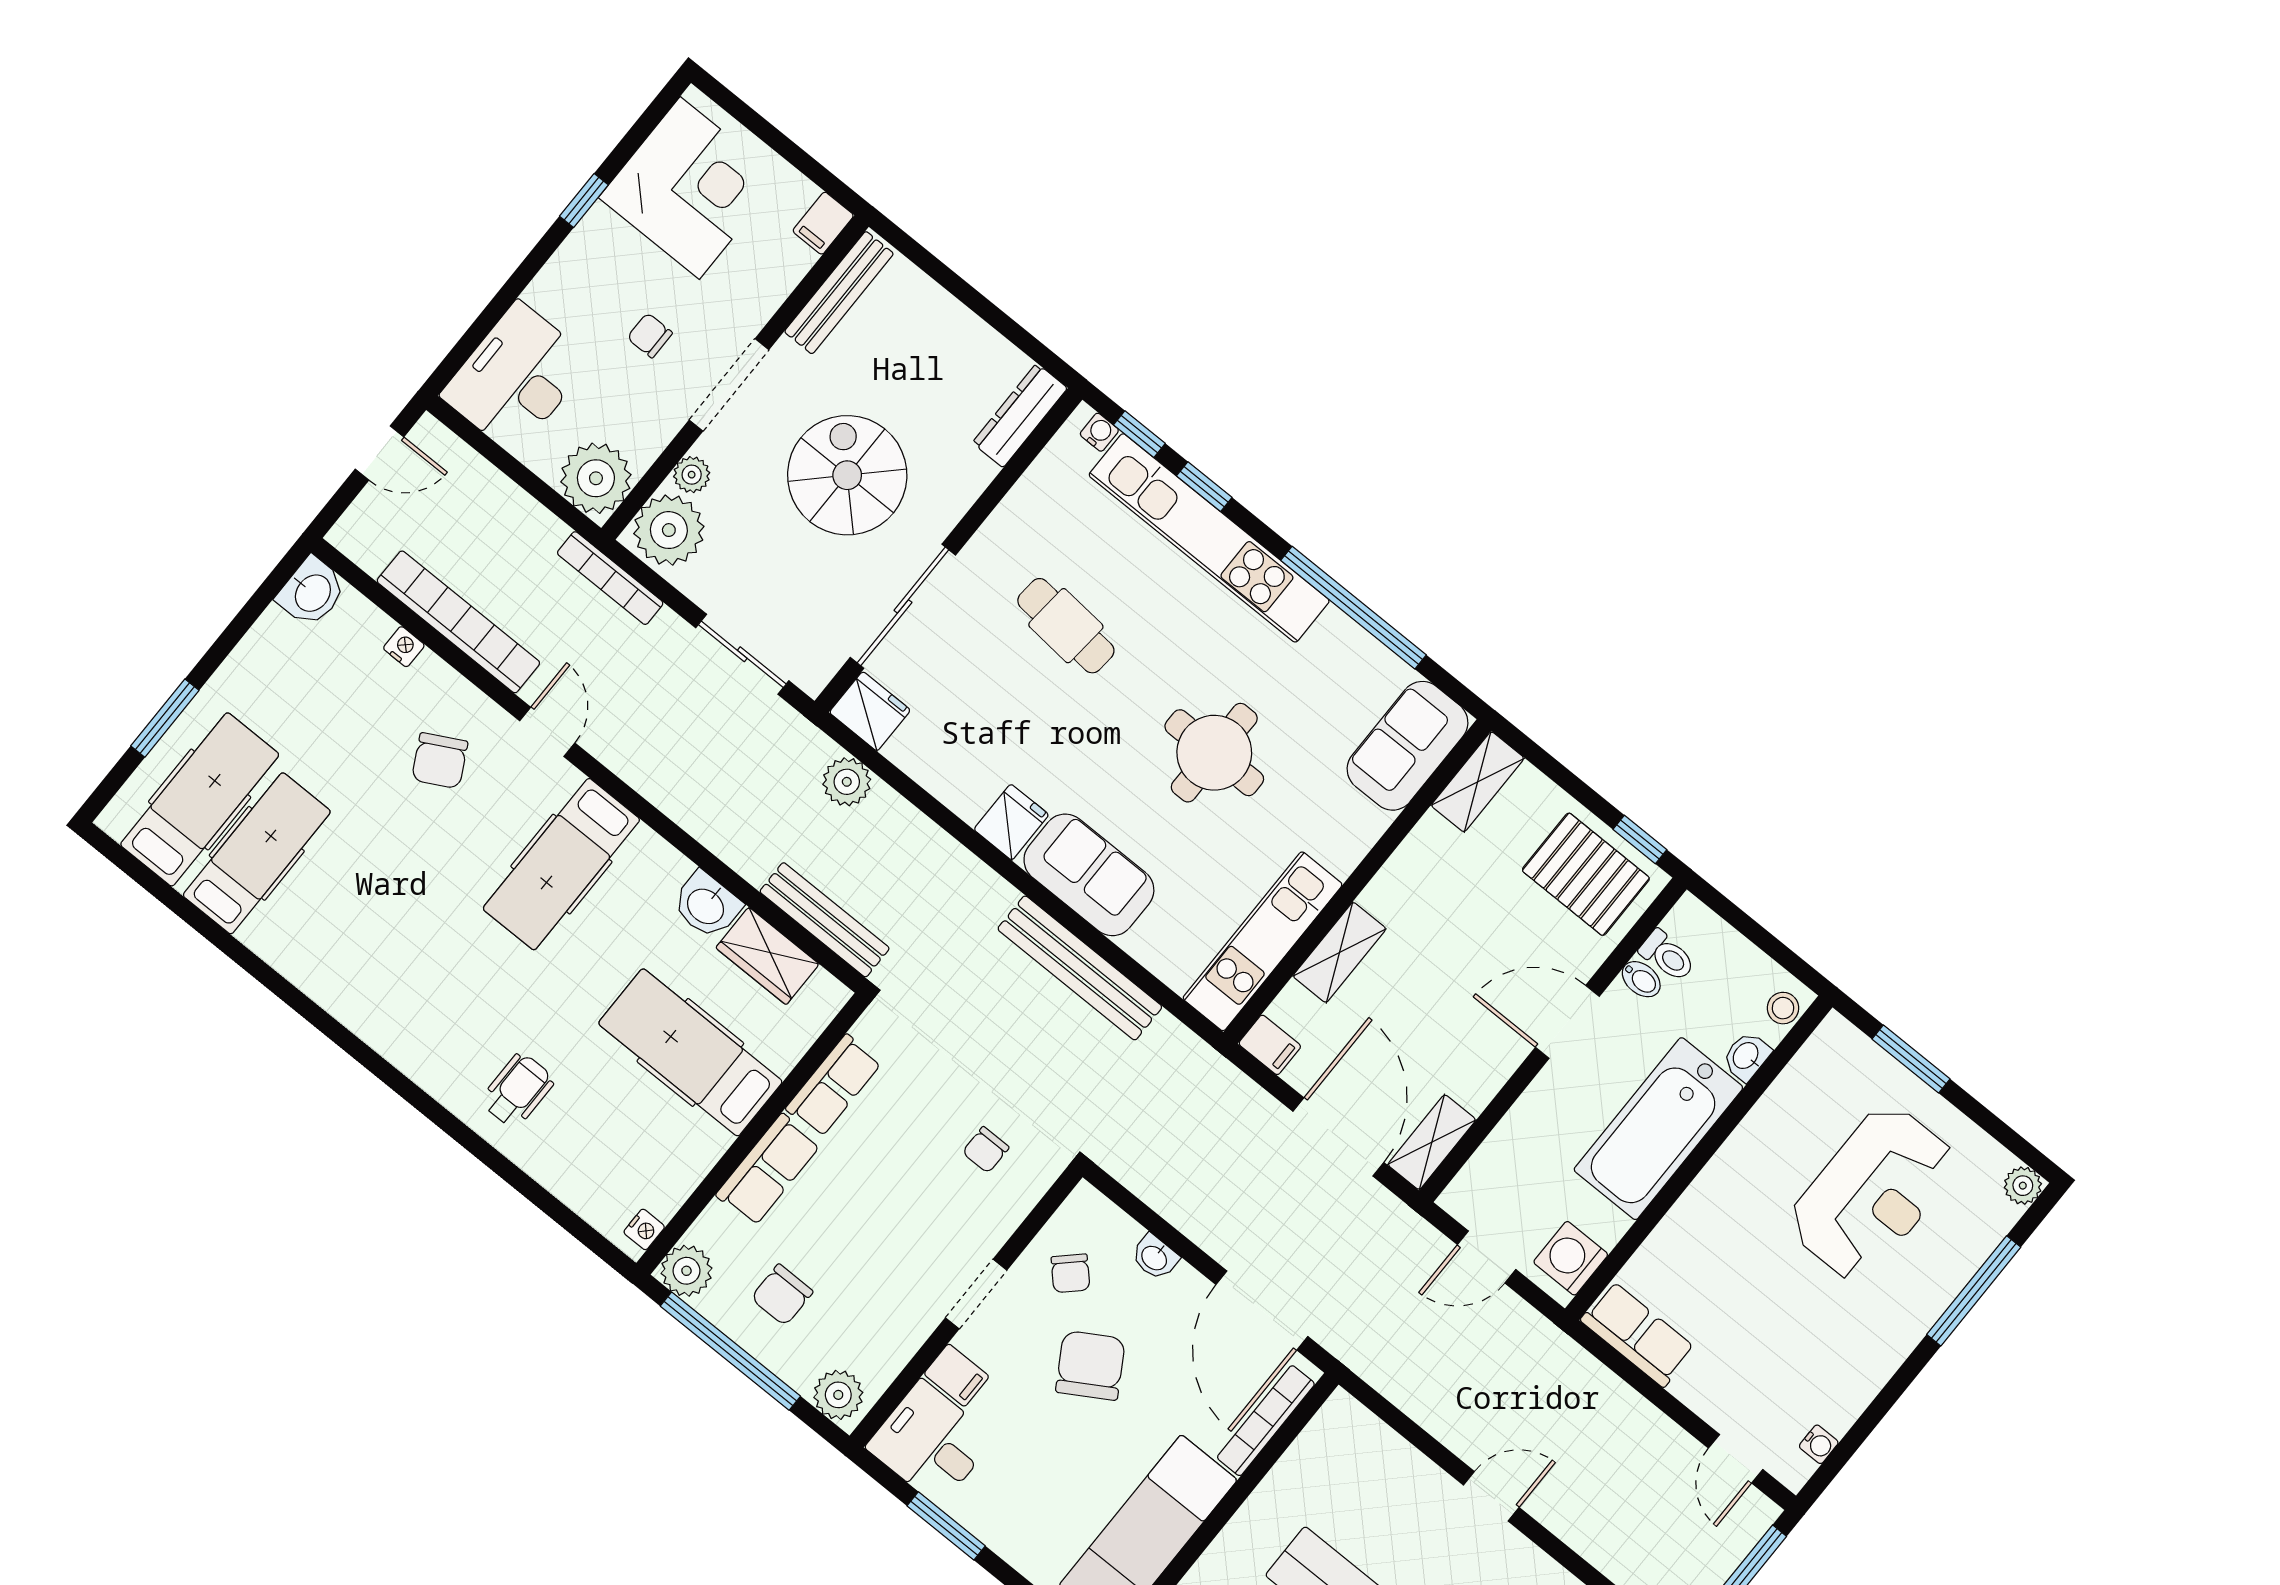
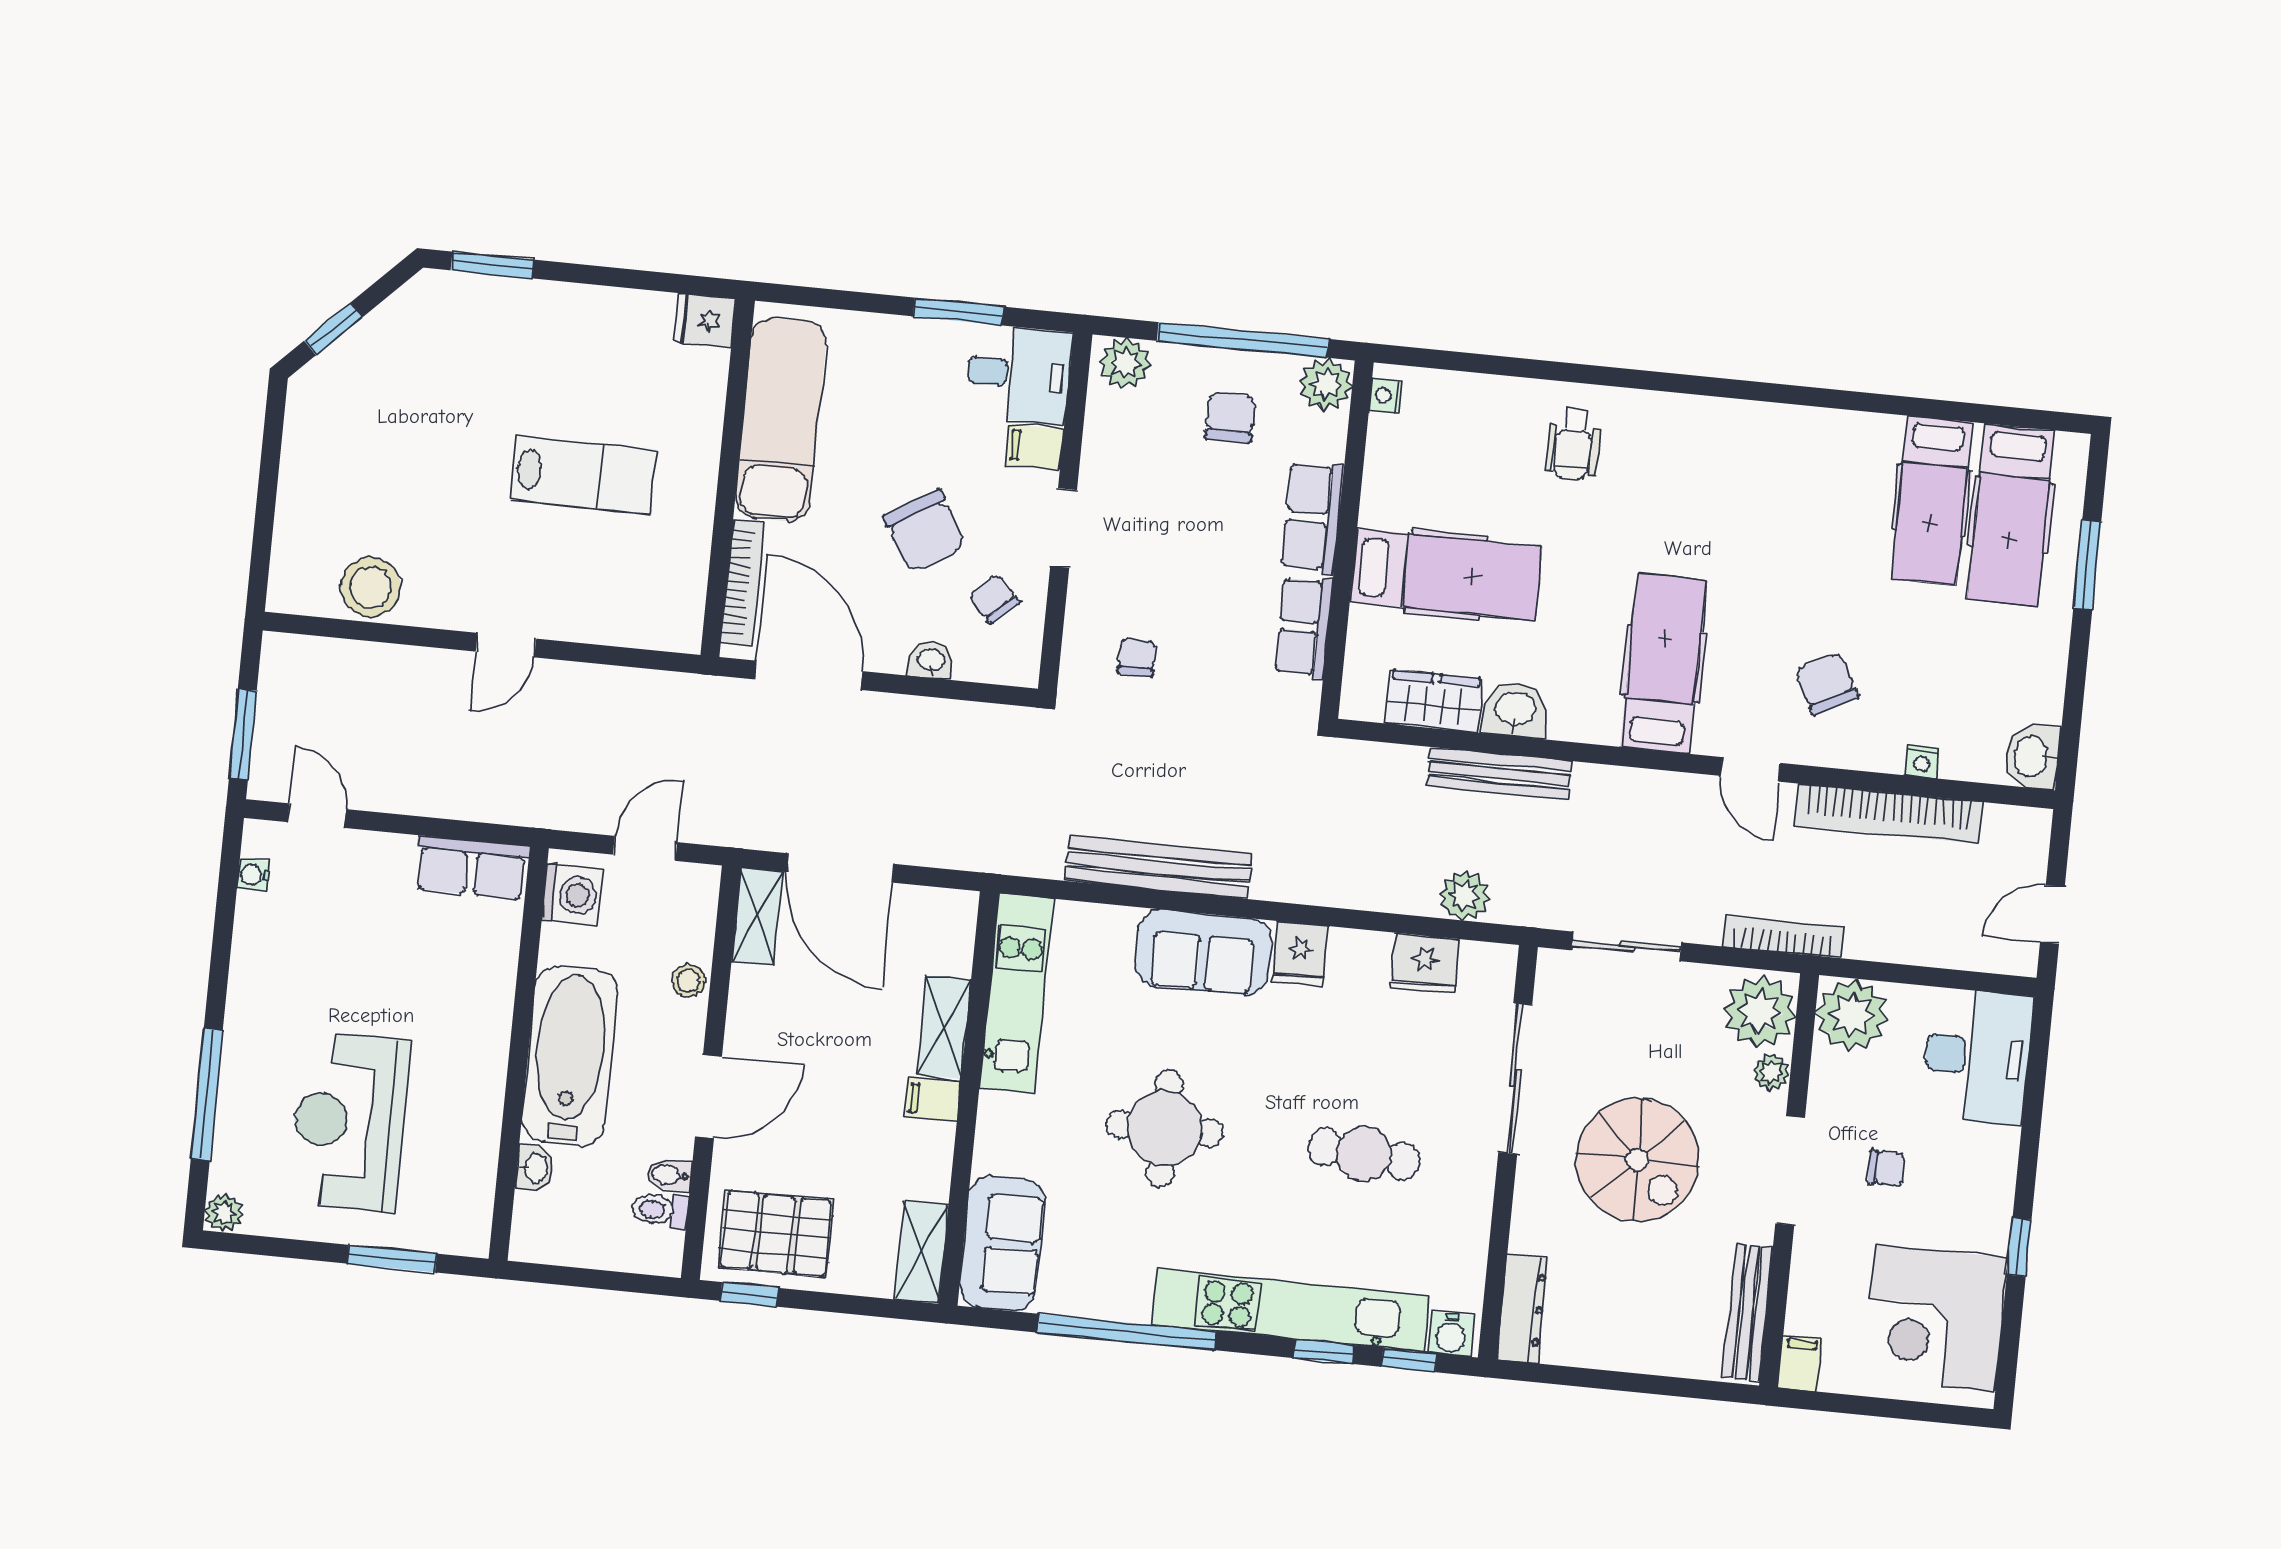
water cooler: (1099, 432) -> (1451, 1334), width x1.38, depth x1.38
fridge: (870, 711) -> (1425, 963), moved
bench: (825, 920) -> (1499, 774), moved
stool: (1783, 1008) -> (688, 981), moved
filing cabinet: (1270, 1045) -> (933, 1100), moved

